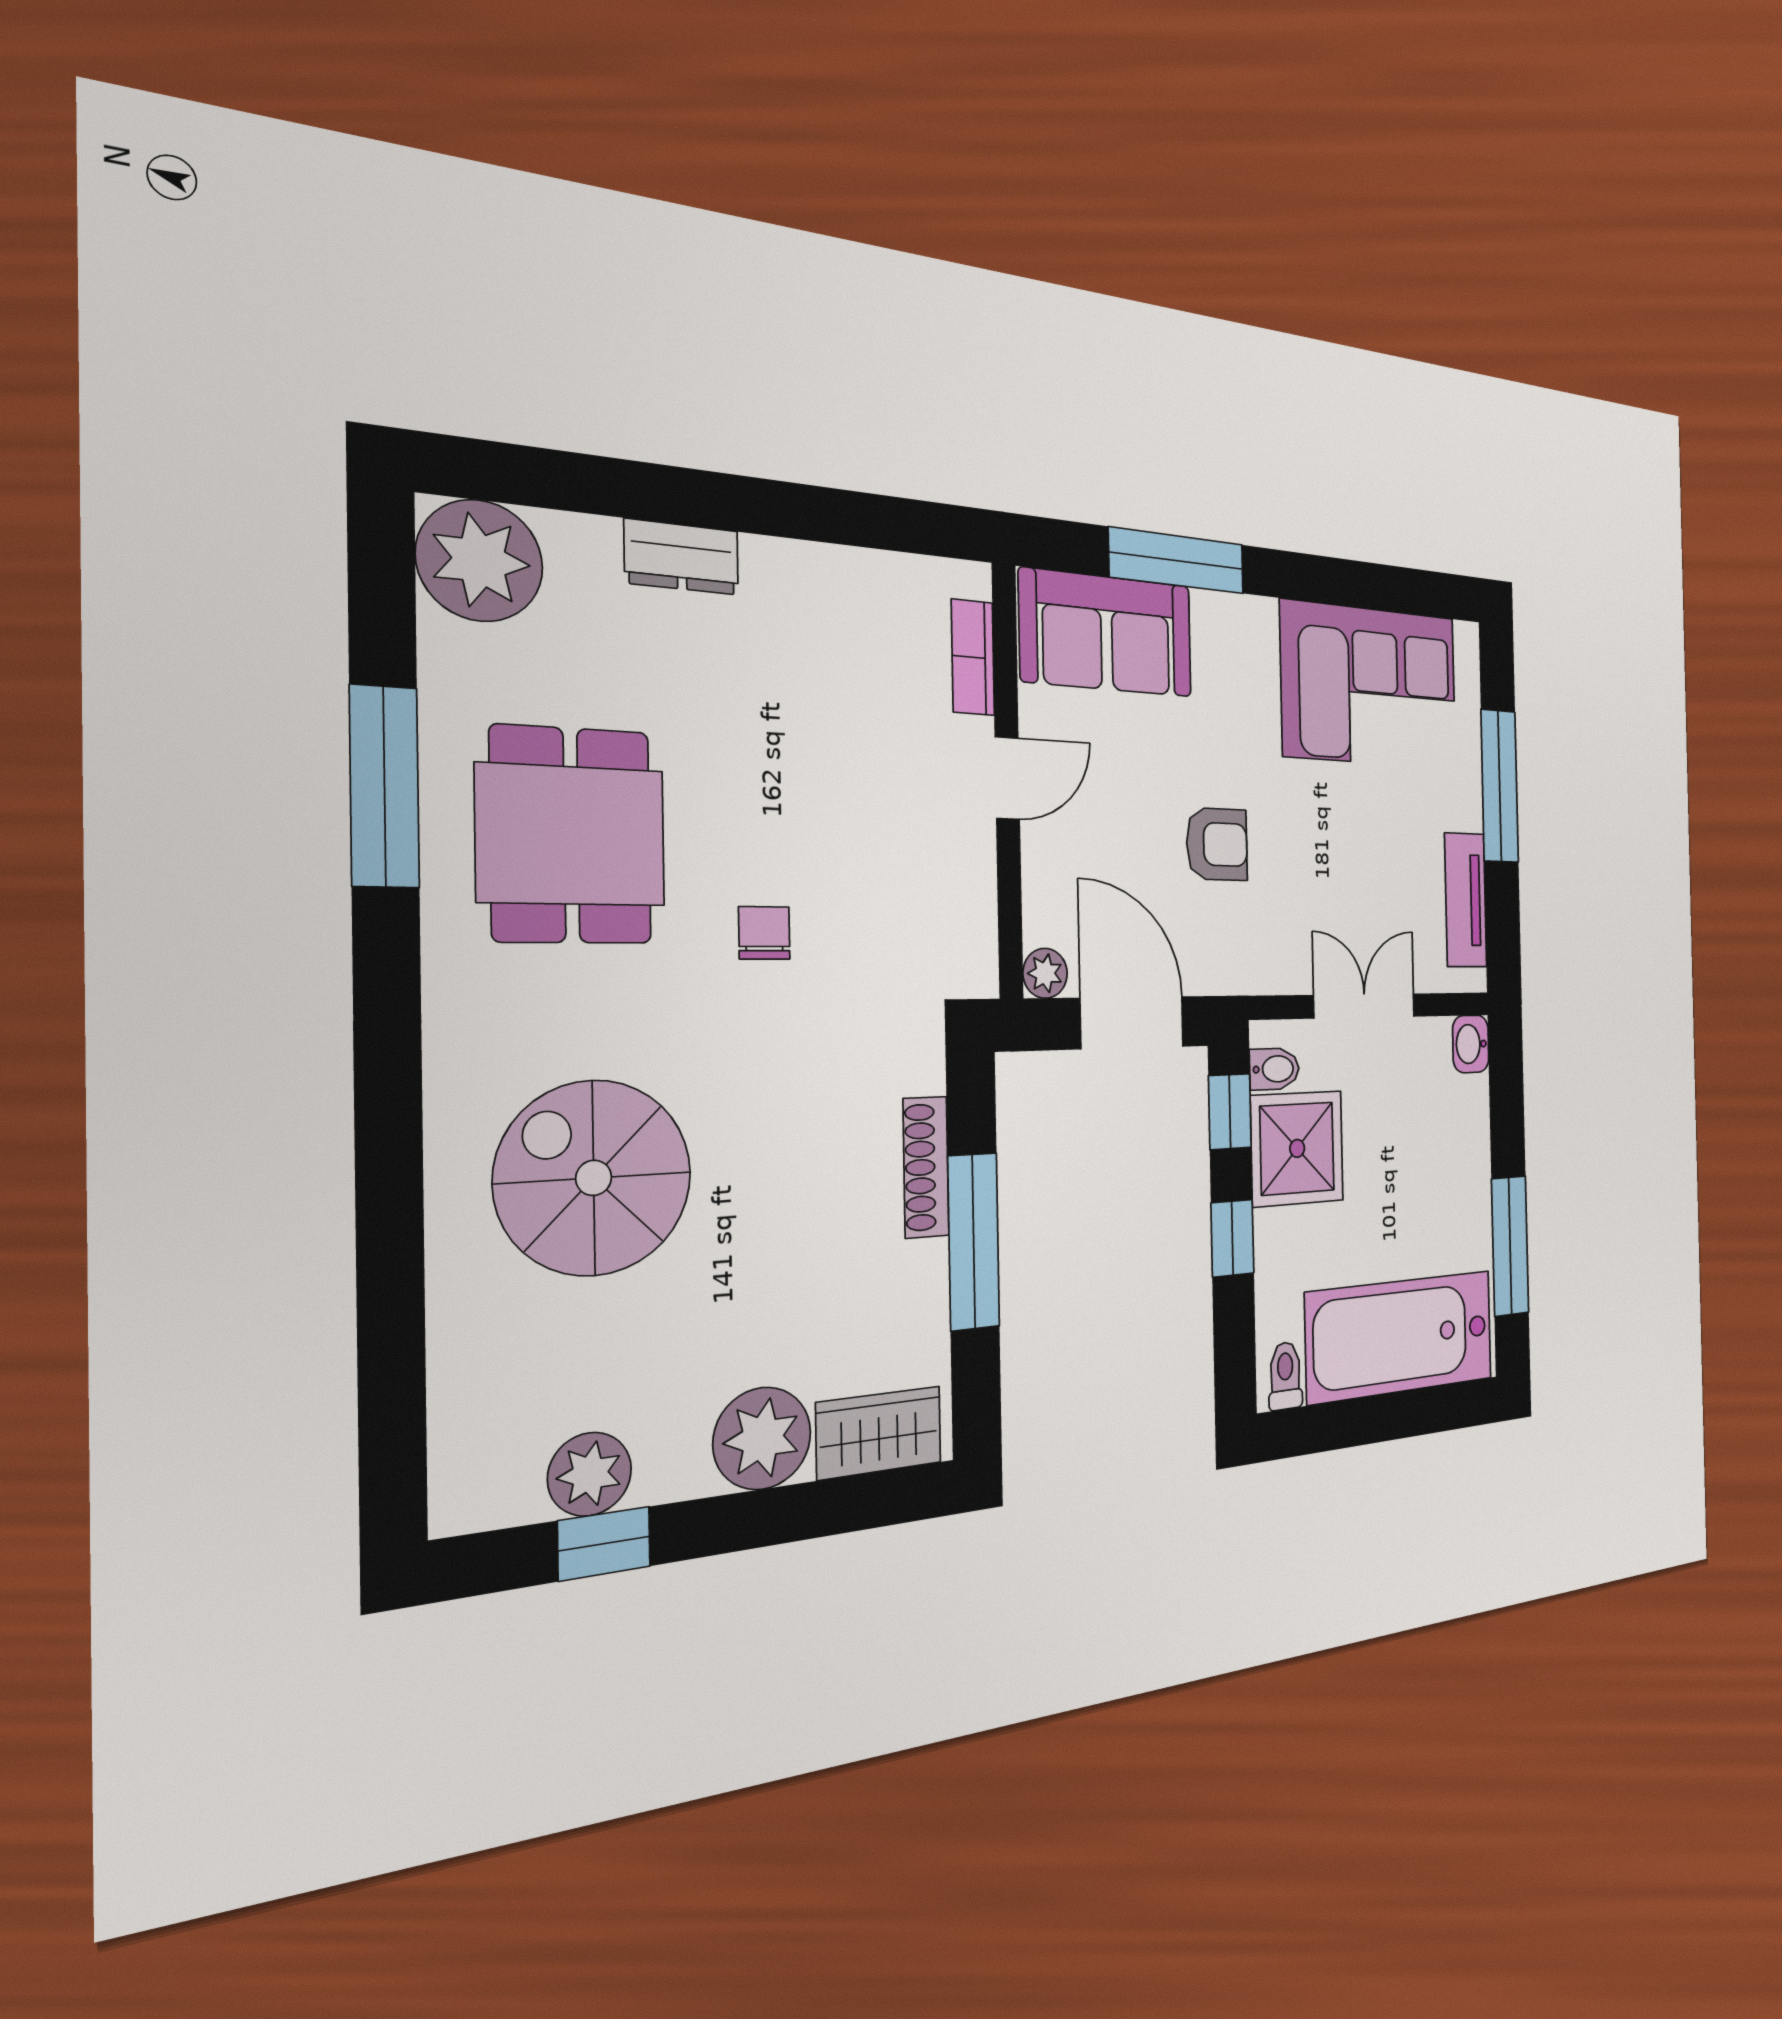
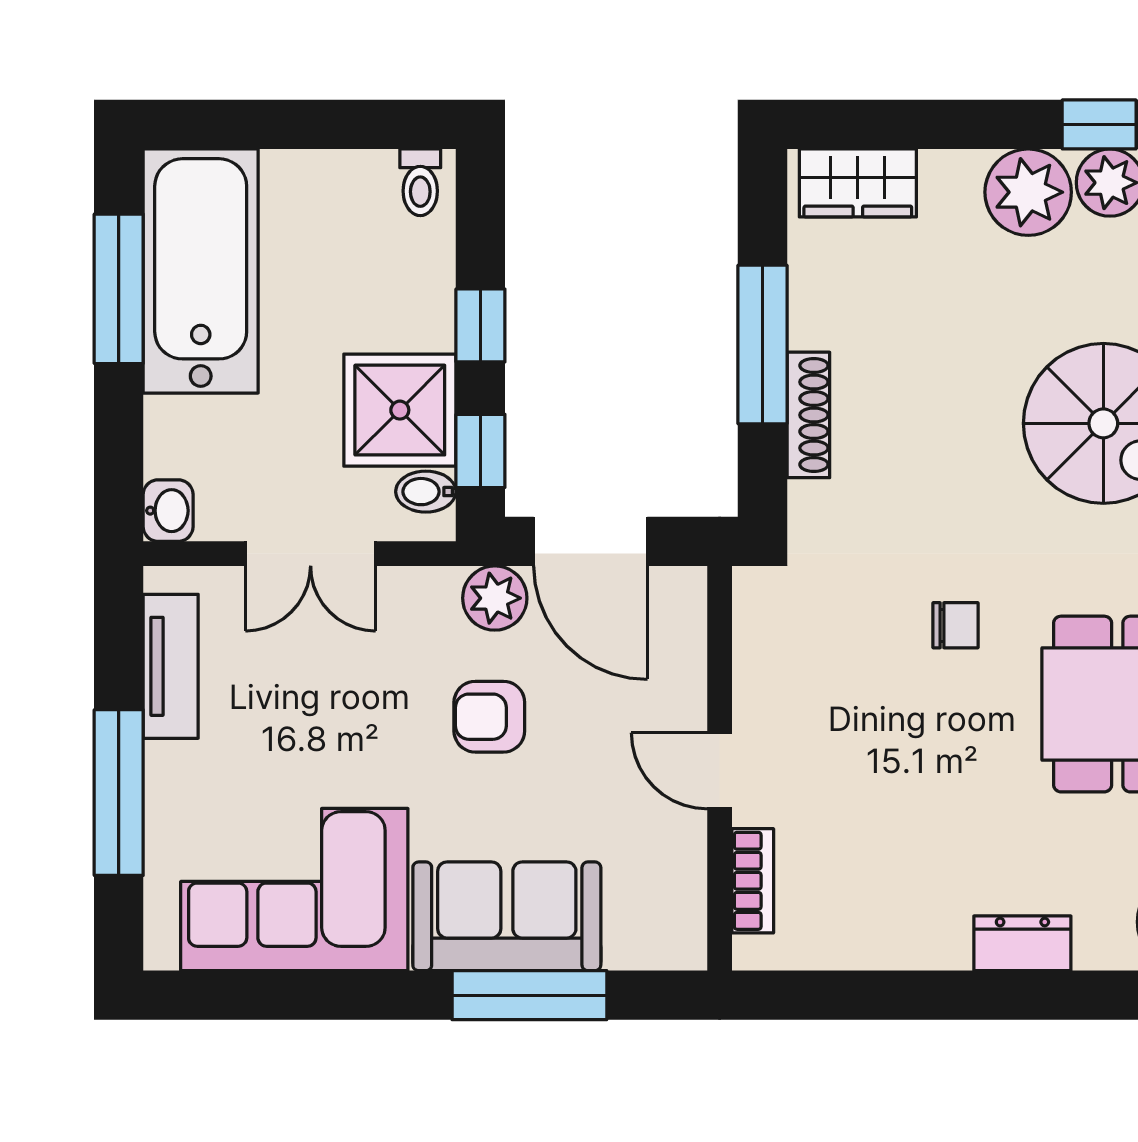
sofa: (1107, 633) -> (507, 916), moved
door: (1007, 778) -> (720, 771), hinge flipped
chair: (764, 933) -> (955, 625), turned -90
plant: (1045, 973) -> (495, 598), moved, width x1.38, depth x1.38
bathtub: (1400, 1336) -> (201, 271), moved, turned -90
plant: (762, 1438) -> (1028, 192), moved

